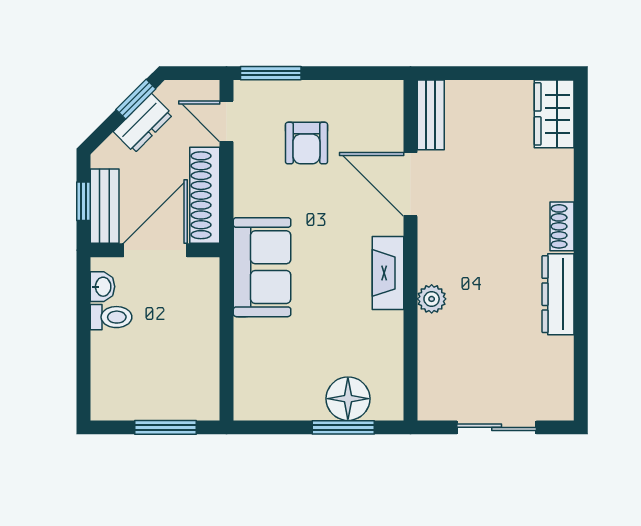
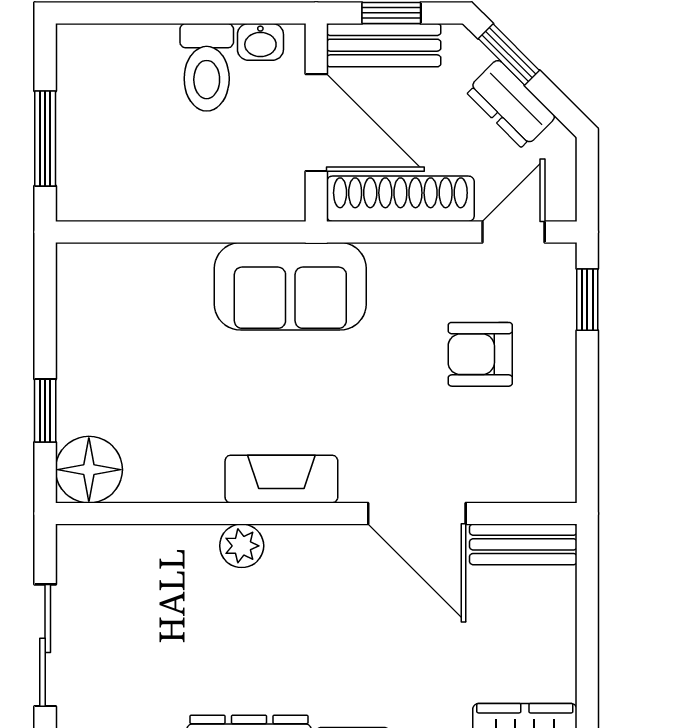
window: (271, 73) -> (587, 300), width x0.67
window: (136, 99) -> (509, 55), moved
door: (410, 184) -> (417, 513), swing flipped
toilet: (111, 317) -> (207, 67), width x1.37, depth x1.39
floor lamp: (348, 399) -> (89, 470), moved
window: (343, 427) -> (45, 411), width x0.67

